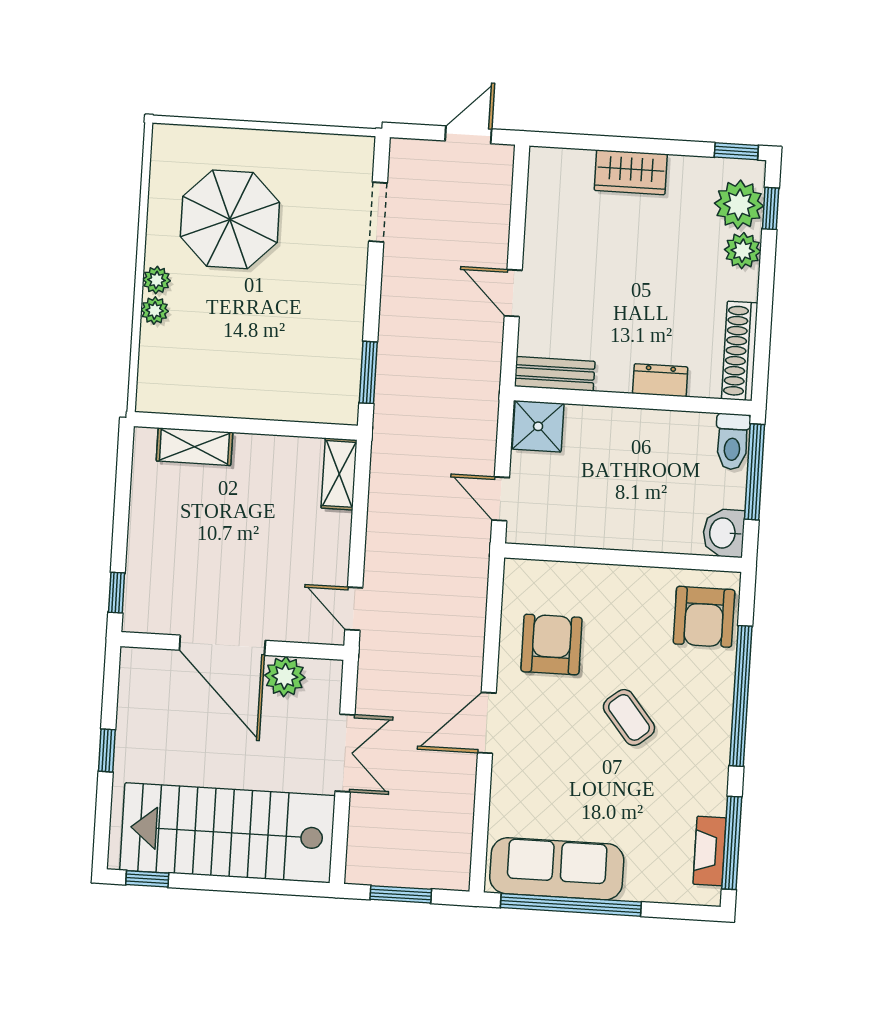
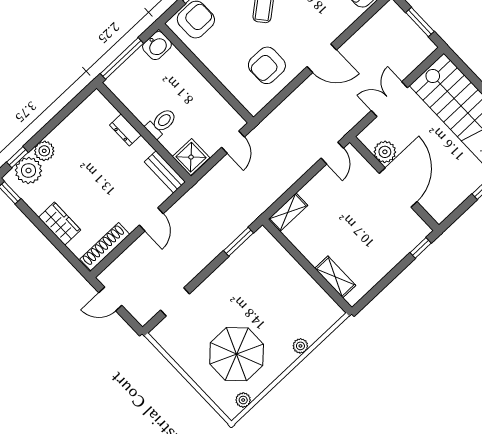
plant: (157, 280) -> (243, 400), moved
shoe rack: (740, 351) -> (105, 247), moved, turned 180
toilet: (732, 442) -> (161, 123), moved

